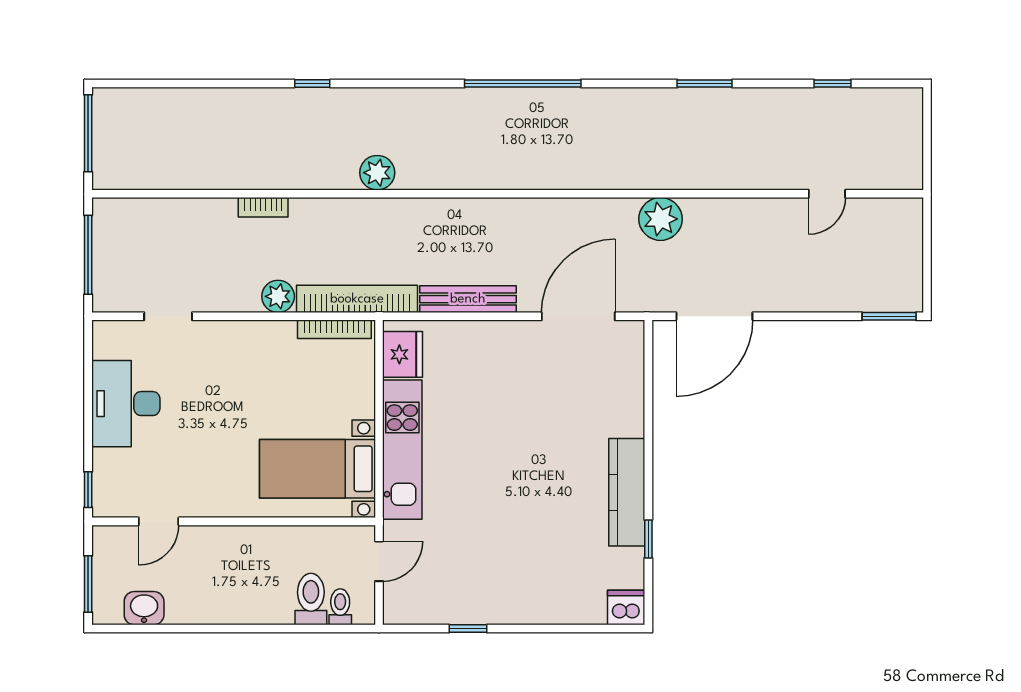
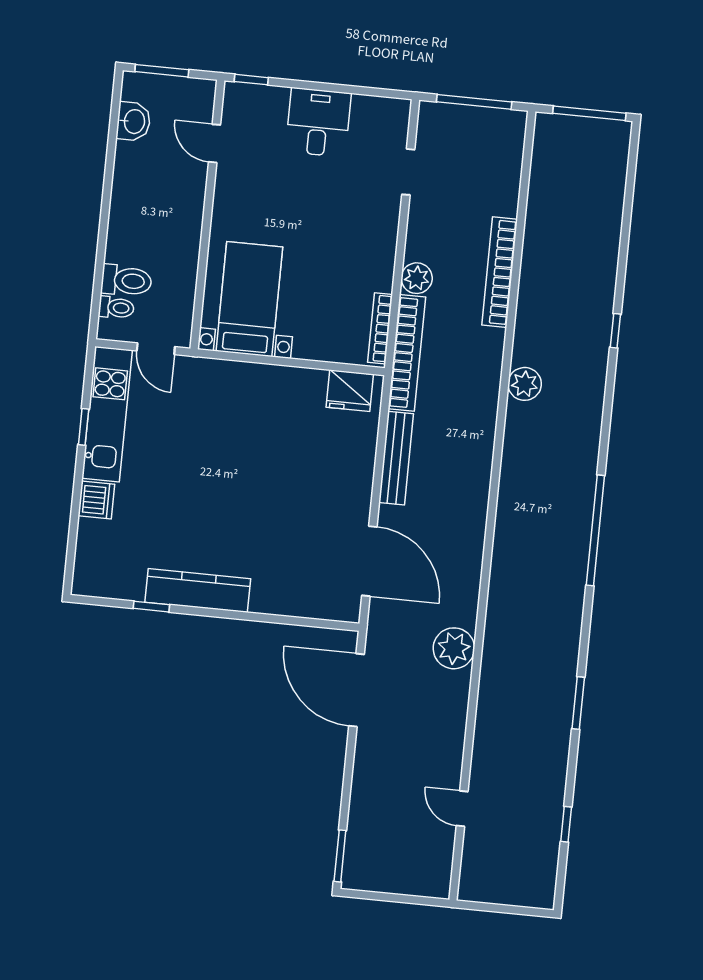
bookcase: (263, 207) -> (500, 272), width x2.31, depth x1.31
desk: (126, 404) -> (318, 122), width x0.73
kitchen unit: (402, 450) -> (107, 414), moved, turned -90
dishwasher: (626, 608) -> (96, 500), moved

